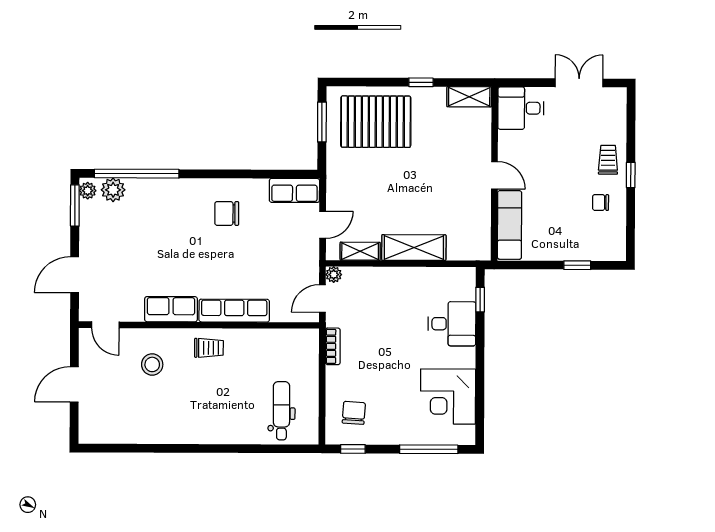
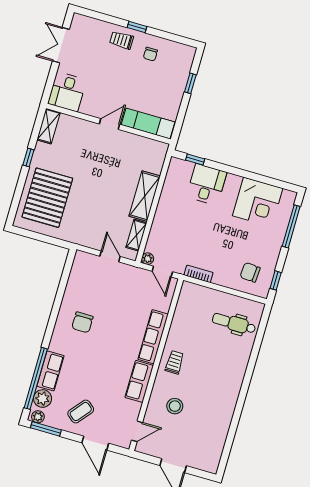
window: (322, 122) -> (37, 236), removed
row of seats: (294, 190) -> (50, 371), moved
coffee table: (110, 244) -> (81, 412), added

